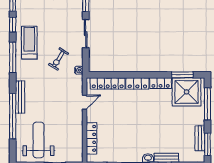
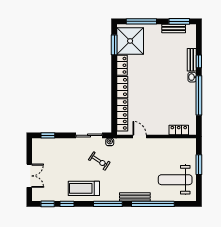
sliding door: (86, 34) -> (89, 135), moved
window: (13, 57) -> (108, 204), moved
locker: (92, 138) -> (179, 130), width x0.66

